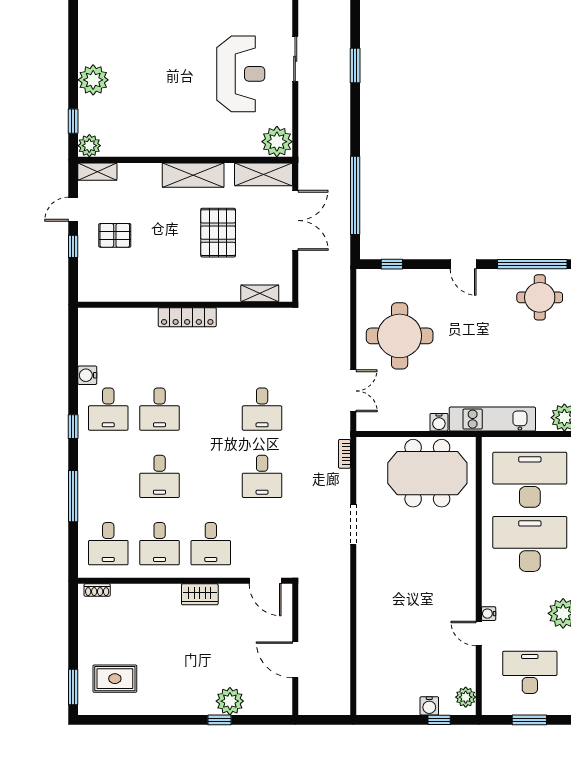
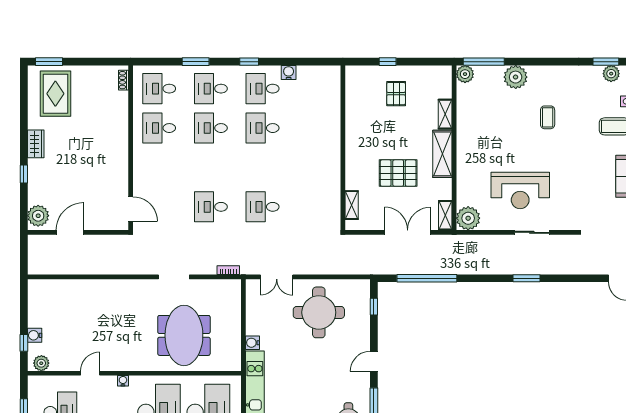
coffee table: (146, 38) -> (548, 117), added
window: (73, 121) -> (484, 62), width x2.17
shelving: (97, 172) -> (445, 114), moved
shelving: (263, 174) -> (445, 215), width x0.67, depth x0.75
door: (73, 209) -> (416, 62), removed
double door: (295, 220) -> (408, 232), swing flipped
locker: (187, 317) -> (333, 149), removed
meeting table: (427, 473) -> (184, 335), moved
window: (73, 496) -> (196, 62), width x0.69
desk: (211, 544) -> (211, 89), moved
door: (265, 581) -> (131, 209), swing flipped
wardrobe: (200, 594) -> (36, 144), moved, turned 180
water cooler: (489, 614) -> (123, 381), moved
rug: (115, 679) -> (55, 94), width x1.36, depth x1.43
plant: (230, 701) -> (38, 216), moved

